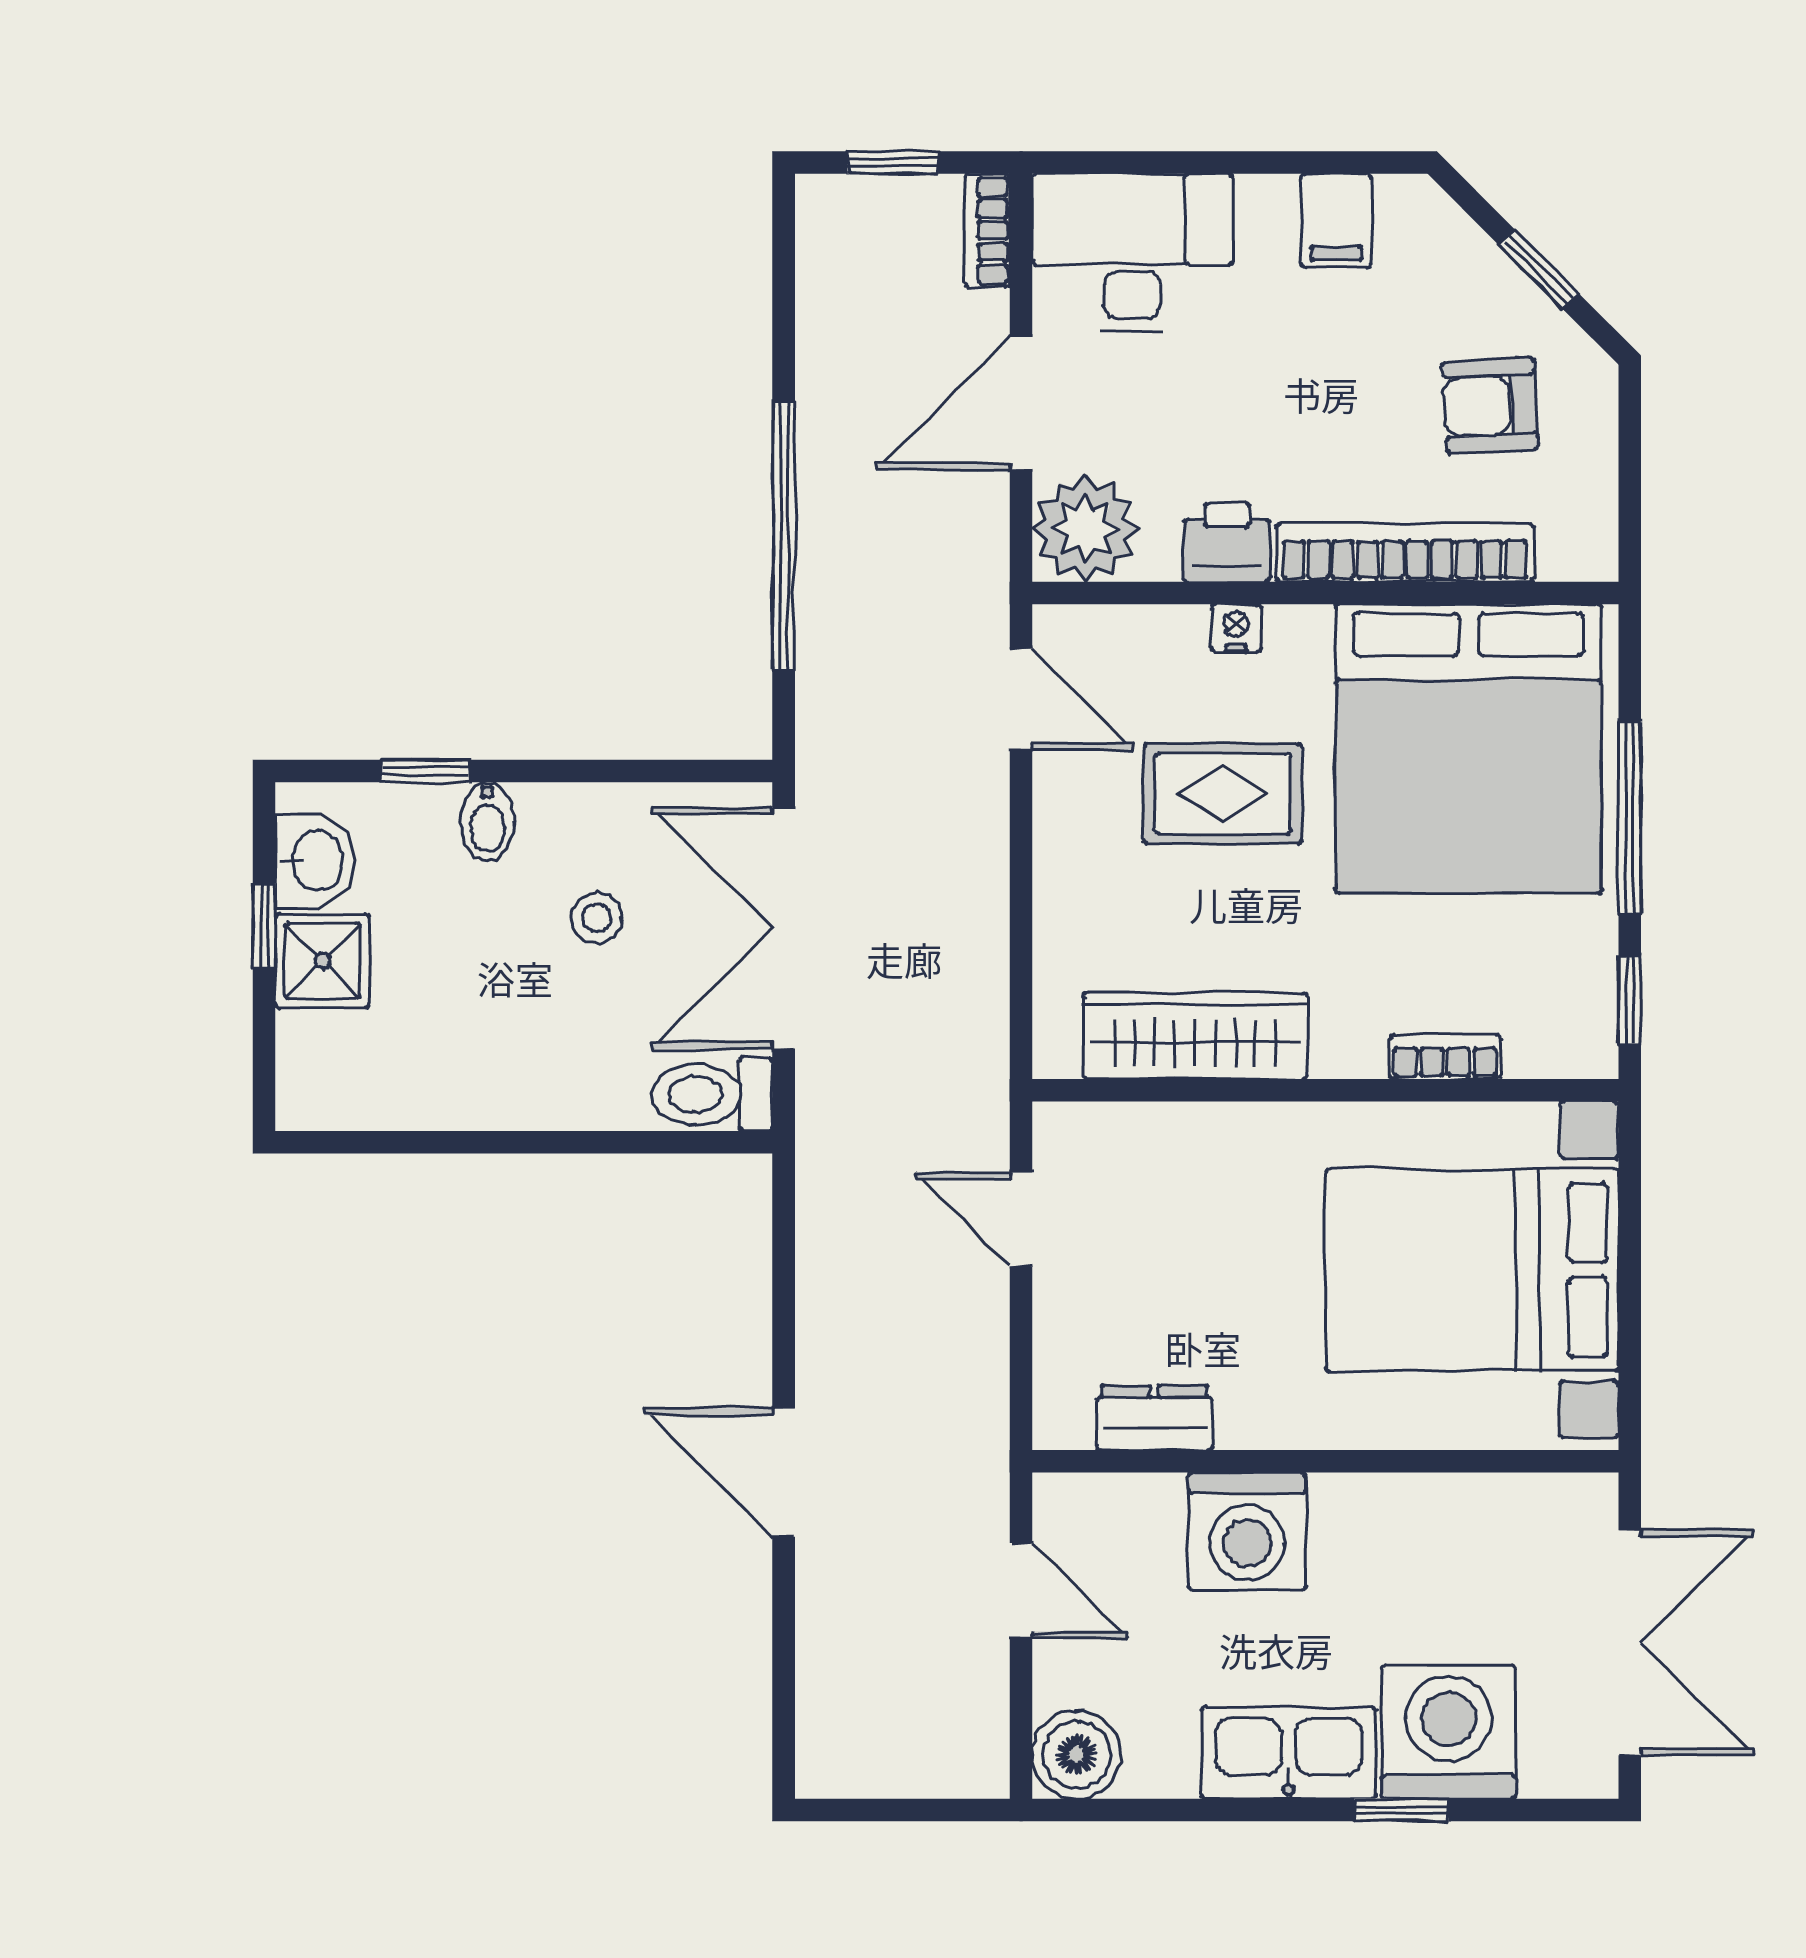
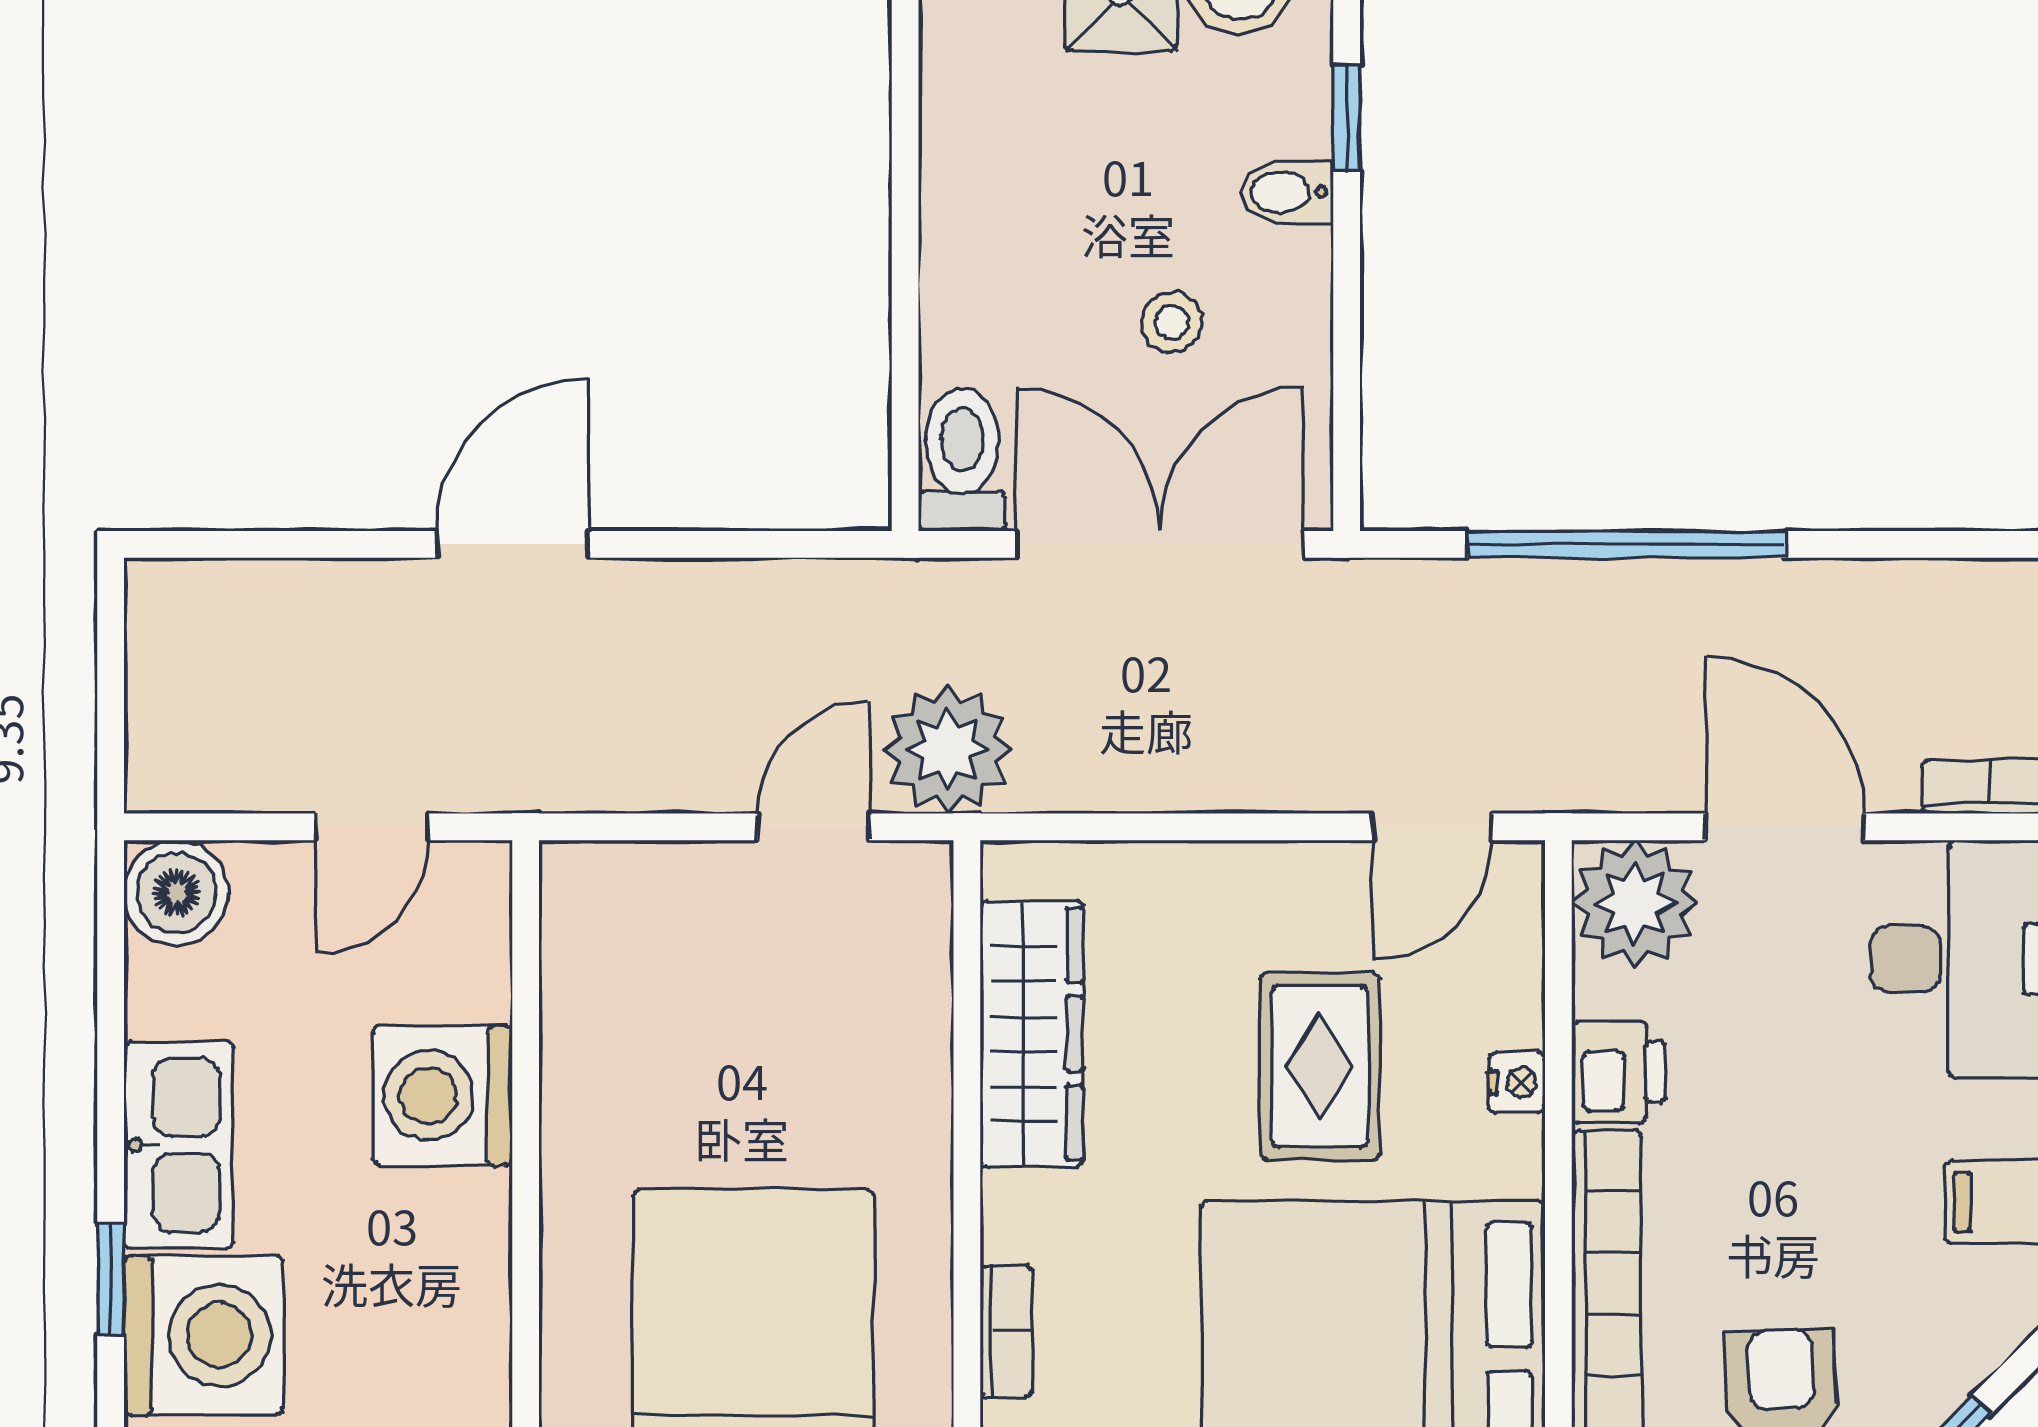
plant: (956, 1106) -> (948, 749), added
dresser: (1154, 1418) -> (577, 985), removed

